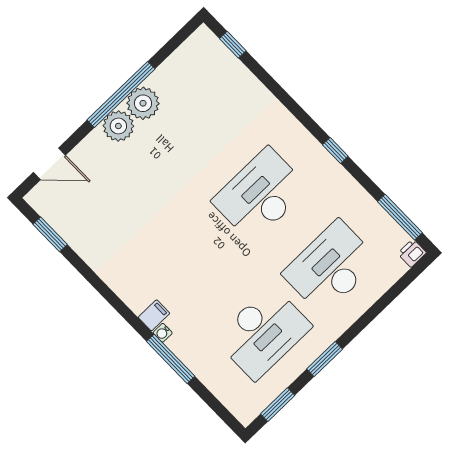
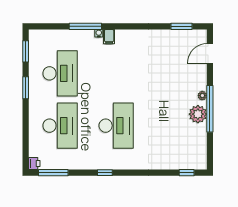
plant: (118, 126) -> (202, 96), width x0.53, depth x0.53
desk: (263, 333) -> (60, 73), turned 180

